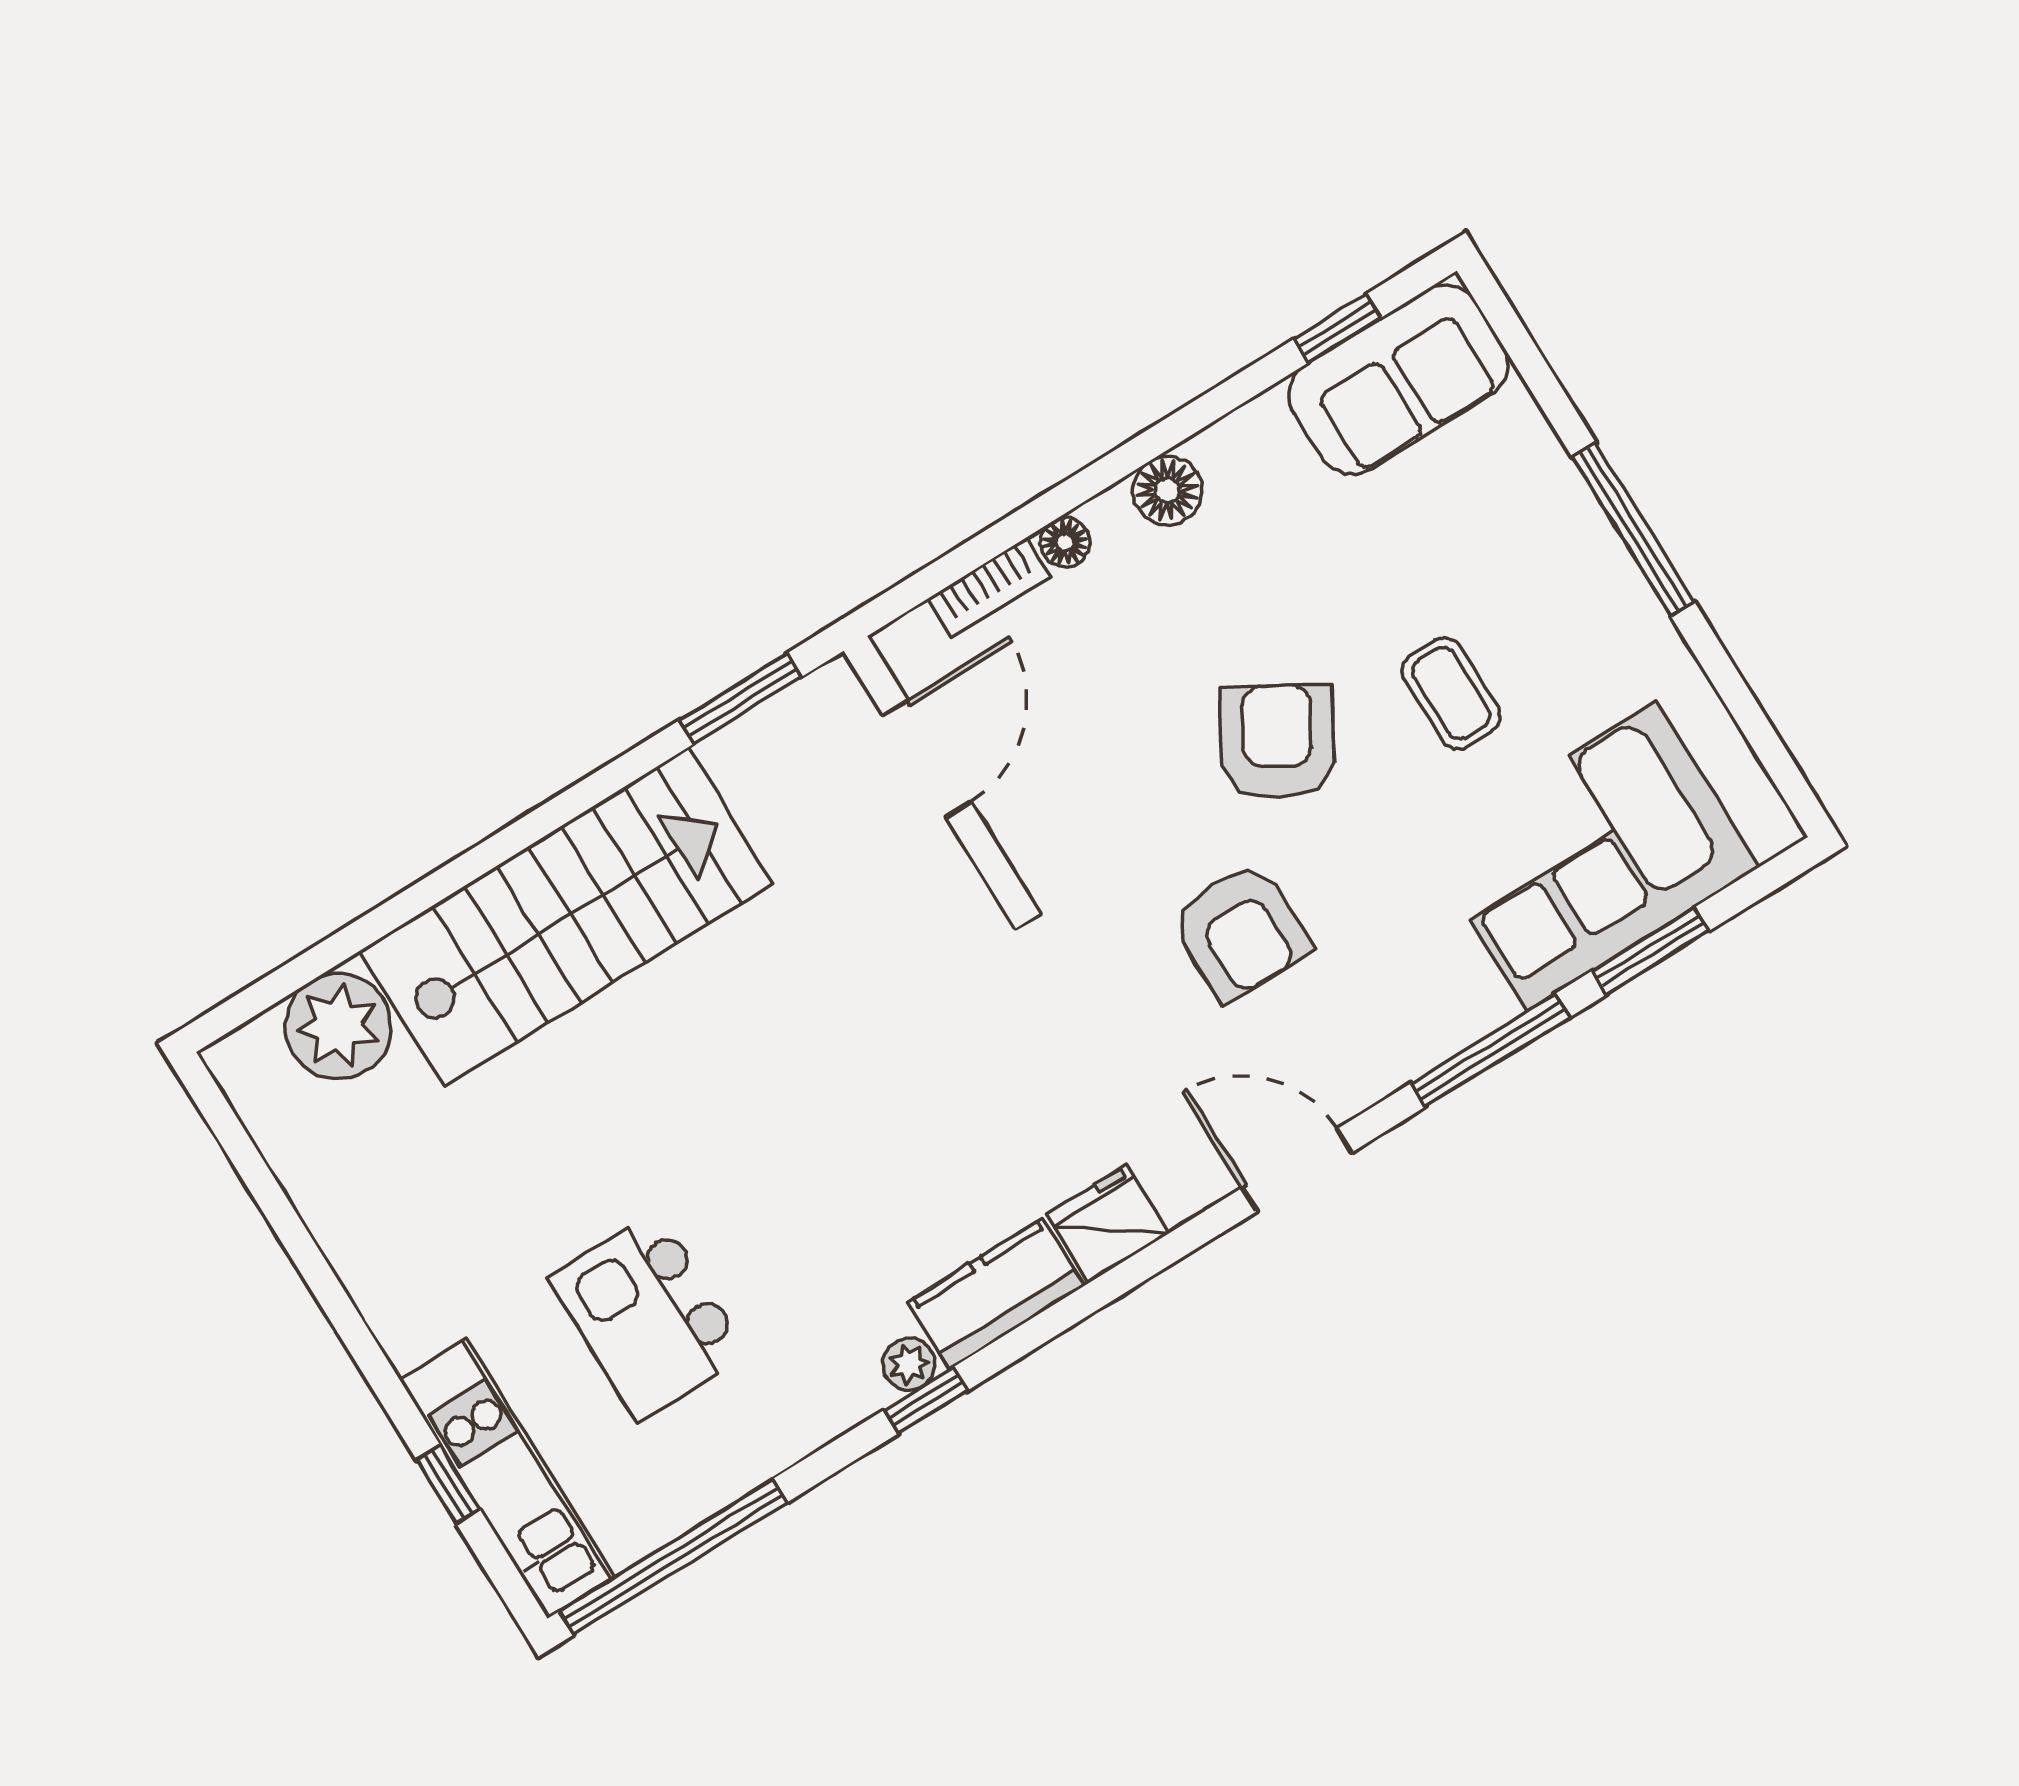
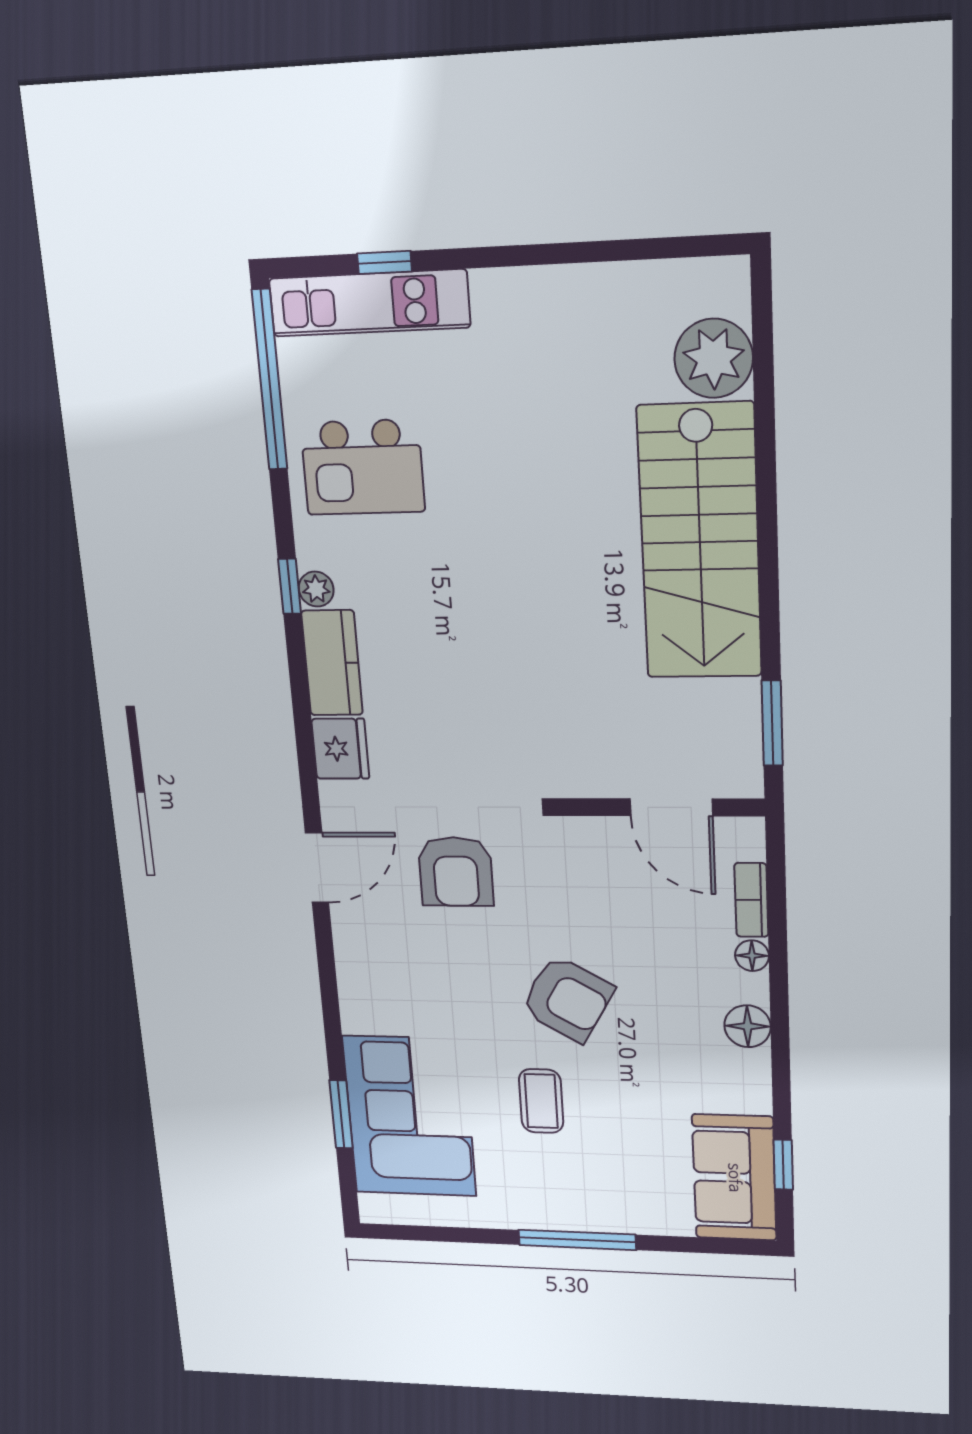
coffee table: (1451, 693) -> (541, 1101), turned 90
armchair: (1241, 932) -> (456, 872), moved, turned -90
window: (1490, 1050) -> (330, 1005), removed
kitchen island: (648, 1316) -> (363, 467), moved, turned 180

